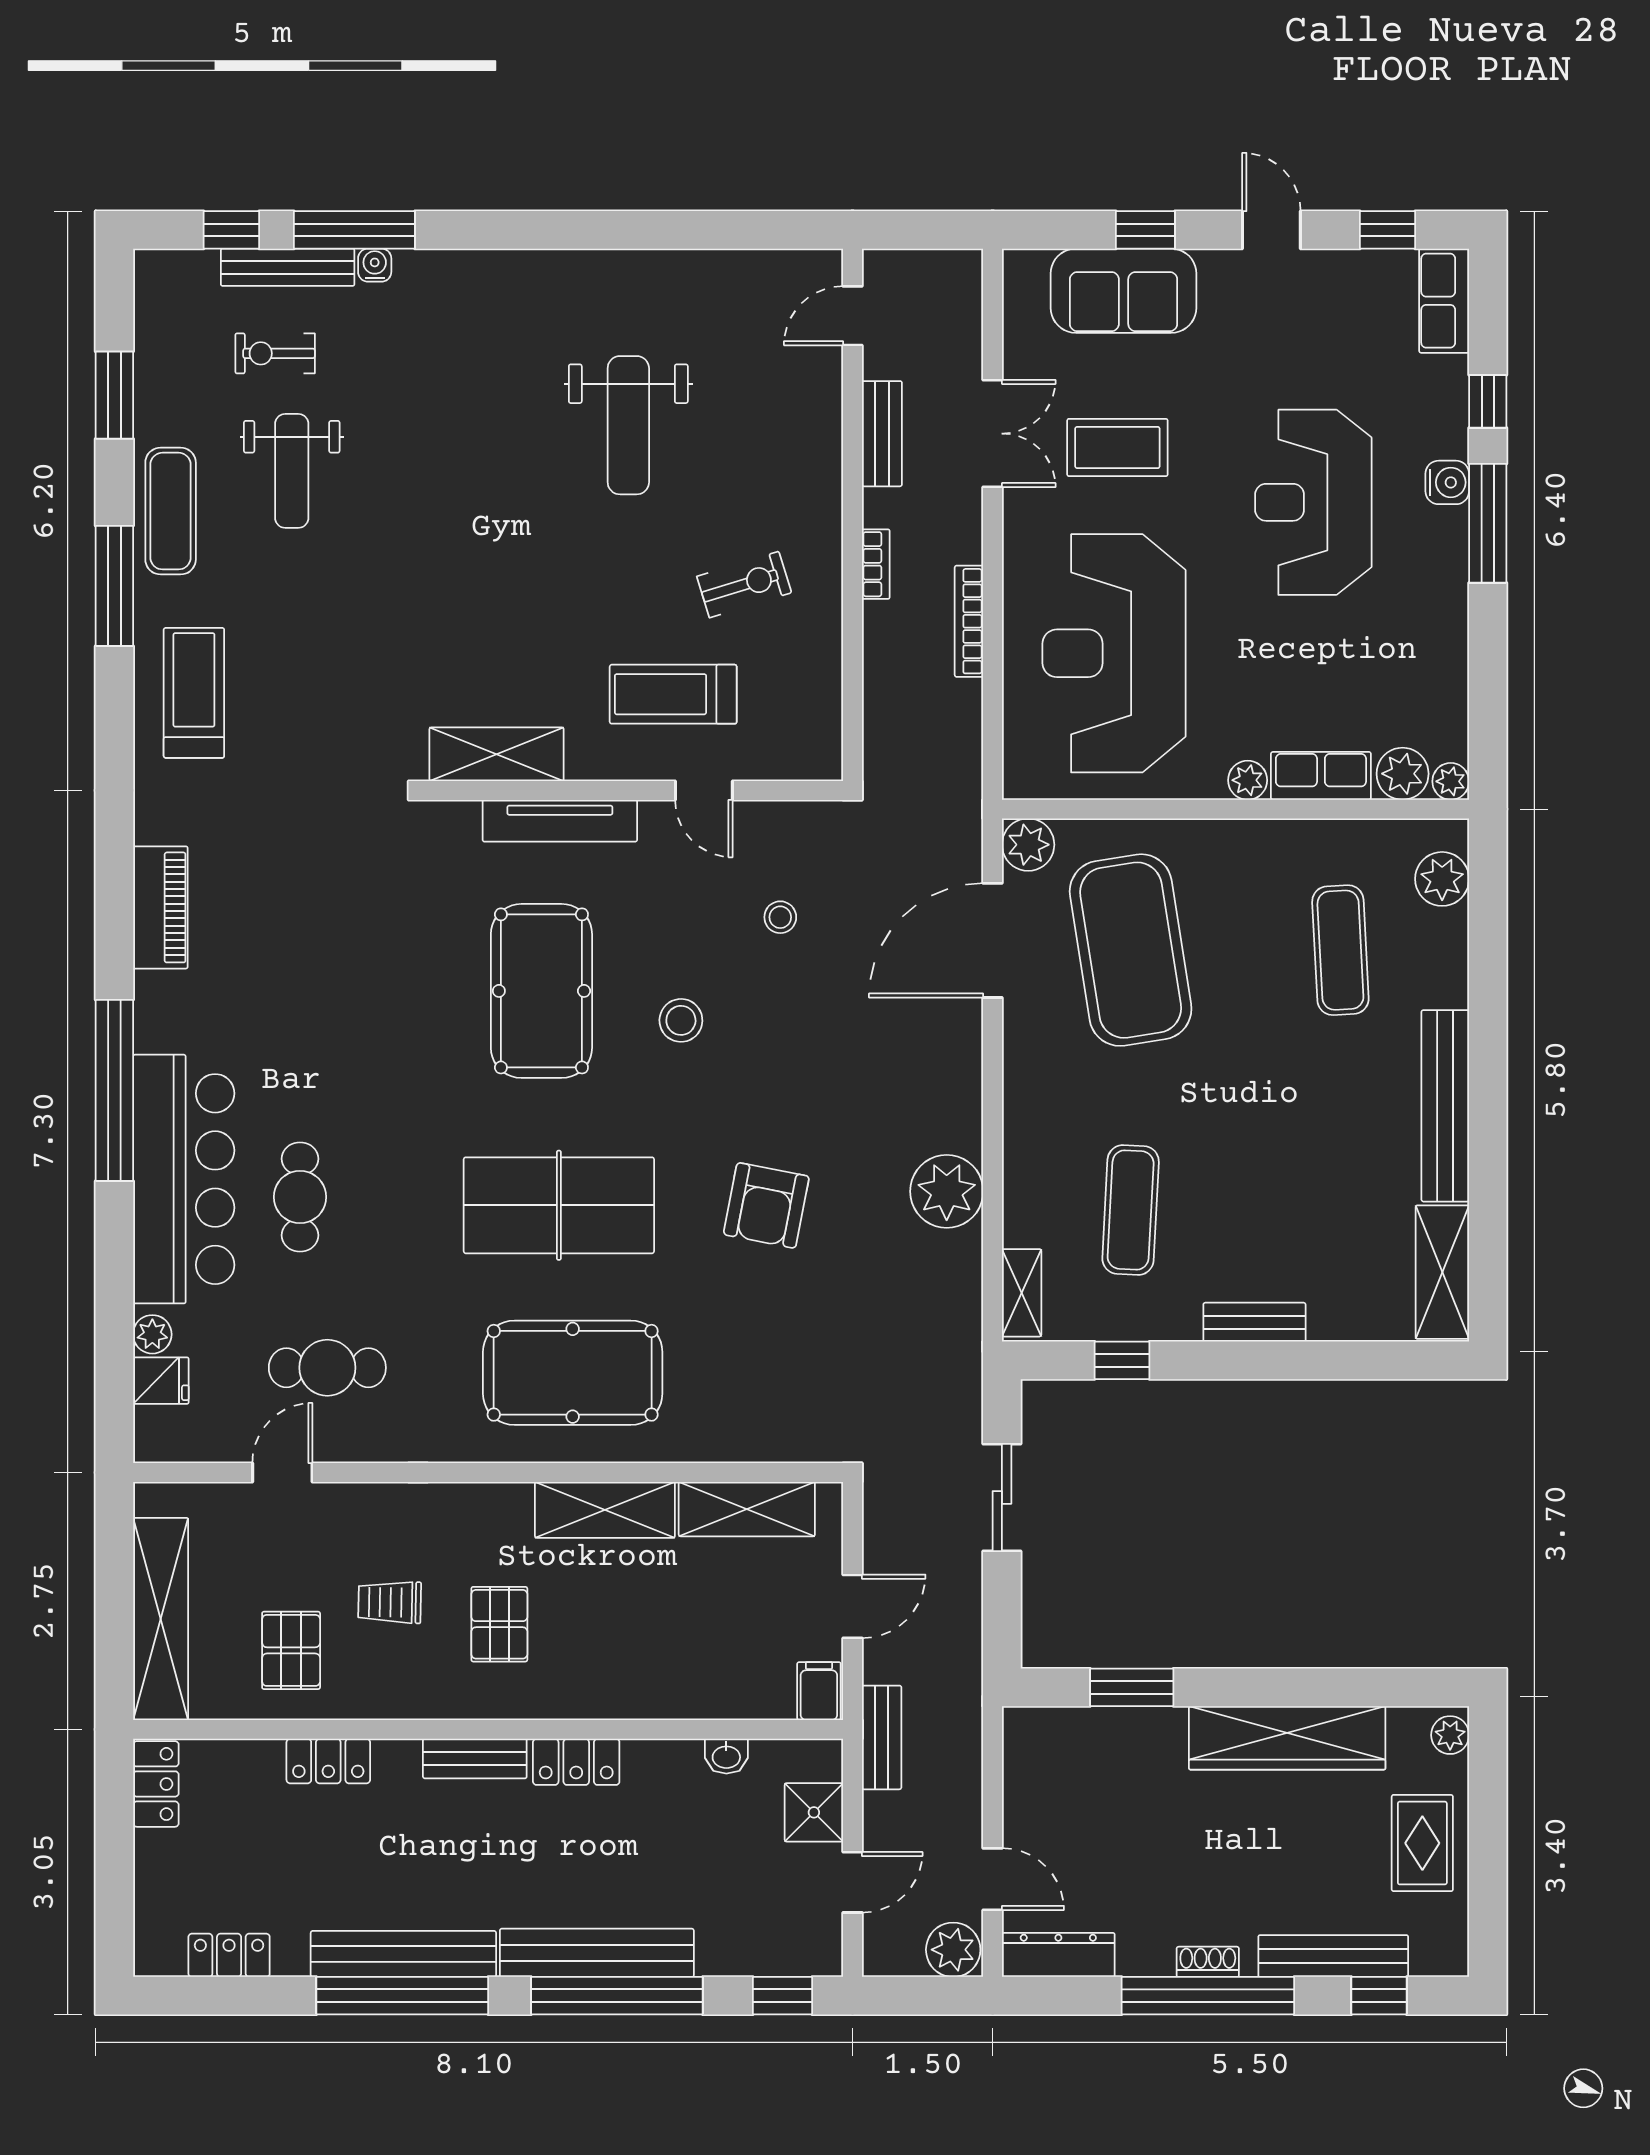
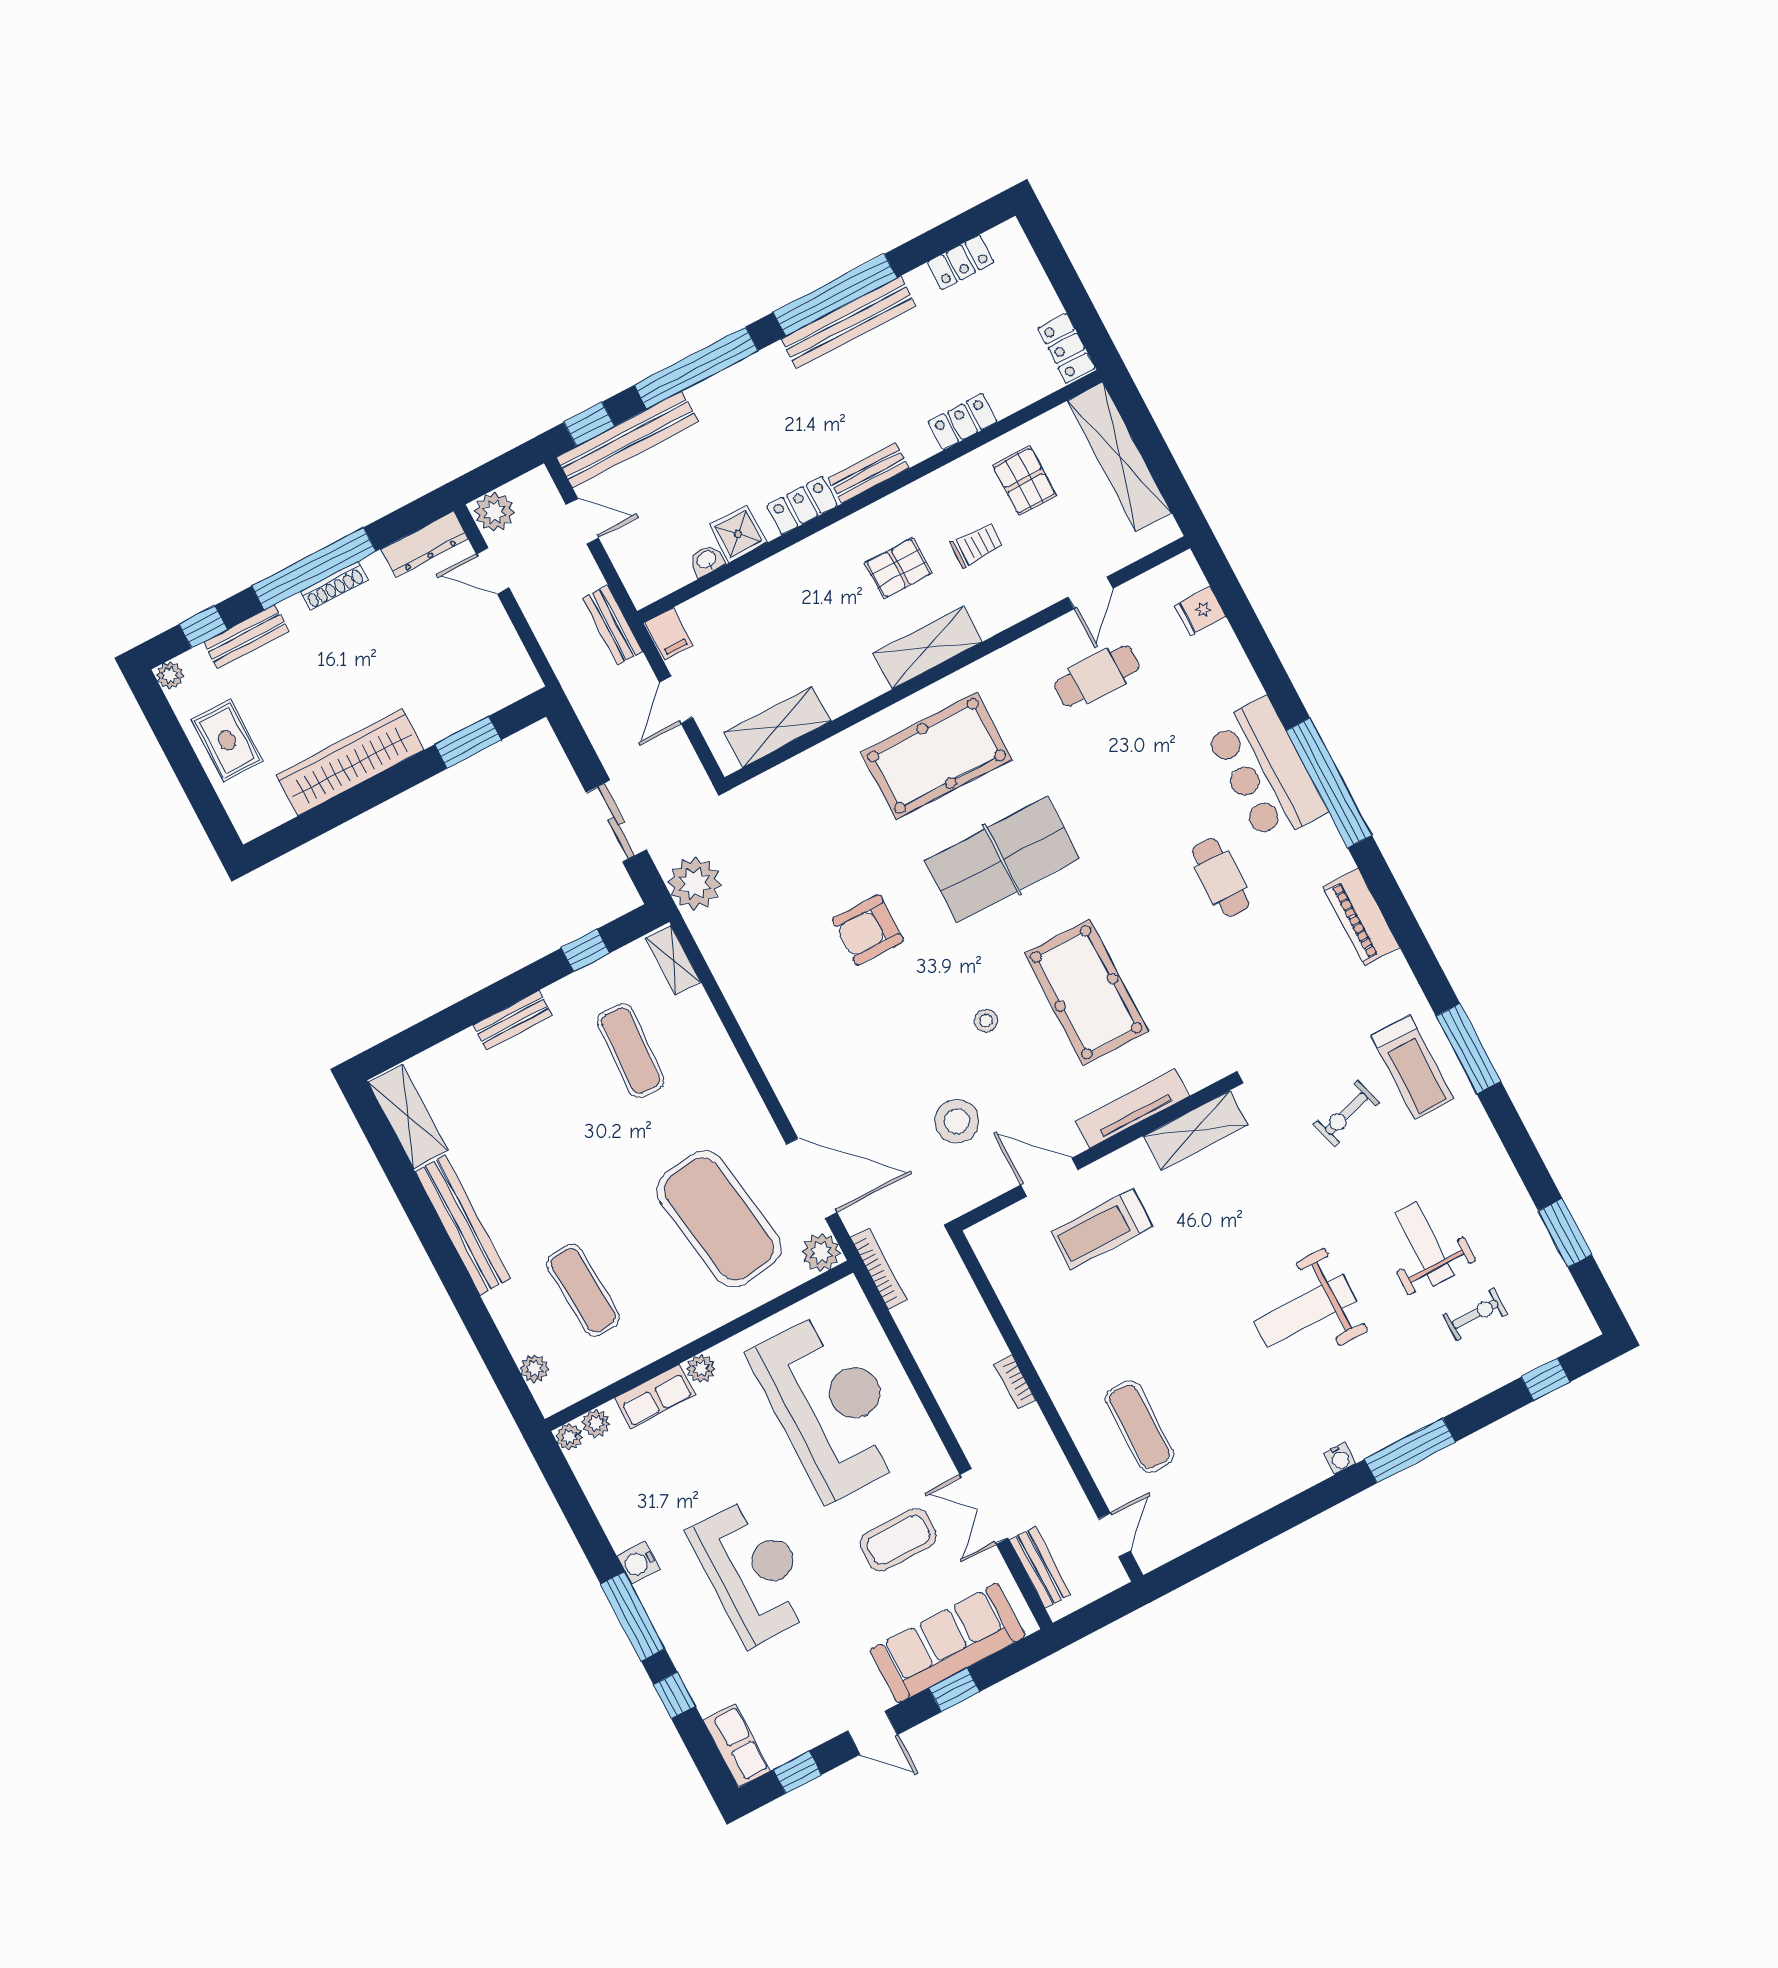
window: (354, 230) -> (1410, 1451), moved
water cooler: (375, 265) -> (1340, 1458), moved
bench: (288, 267) -> (1496, 1374), removed
sofa: (1124, 291) -> (948, 1643), width x1.36
weight bench: (628, 425) -> (1305, 1311), moved, turned -90
bench: (882, 434) -> (1040, 1567), moved
water cooler: (1447, 482) -> (638, 1563), moved
exercise mat: (171, 511) -> (1140, 1426), moved
exercise bike: (744, 585) -> (1346, 1114), moved
window: (114, 586) -> (1468, 1049), moved
bookcase: (969, 621) -> (879, 1269), moved
treadmill: (673, 694) -> (1102, 1229), turned 180
plant: (1403, 774) -> (596, 1423), width x0.73, depth x0.73
door: (704, 790) -> (1049, 1177), width x1.37
plant: (1442, 879) -> (534, 1368), width x0.73, depth x0.73
stool: (780, 917) -> (957, 1121), width x1.89, depth x1.89
door: (993, 940) -> (812, 1178), hinge flipped
stool: (681, 1020) -> (986, 1021), width x0.73, depth x0.73
bar counter: (184, 1179) -> (1265, 771), width x0.73
plant: (947, 1191) -> (695, 883), moved
cafe table: (300, 1197) -> (1221, 878), moved
armchair: (766, 1205) -> (868, 930), turned -101
plant: (152, 1334) -> (1221, 638), removed
shelving: (605, 1510) -> (928, 647), moved
pallet: (499, 1624) -> (898, 568), turned 90
plant: (1450, 1735) -> (170, 675), moved
shower: (814, 1812) -> (738, 534), moved
door: (852, 1882) -> (582, 521), swing flipped
bench: (597, 1953) -> (627, 440), moved
bench: (1333, 1956) -> (246, 637), width x0.73
shoe rack: (1208, 1962) -> (334, 586), width x1.43

